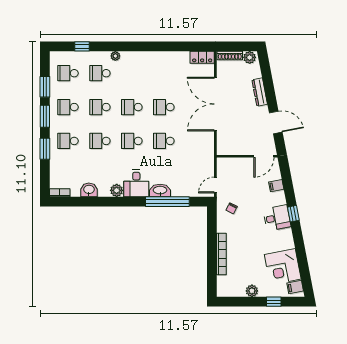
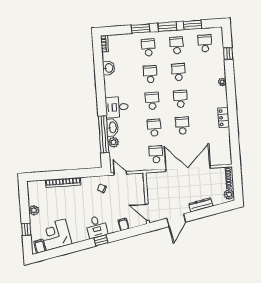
locker: (202, 57) -> (224, 118), moved
school desk: (100, 73) -> (156, 154), moved
plant: (117, 190) -> (114, 142), moved

